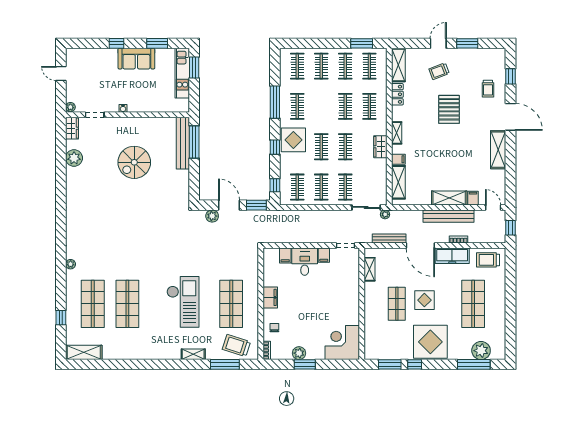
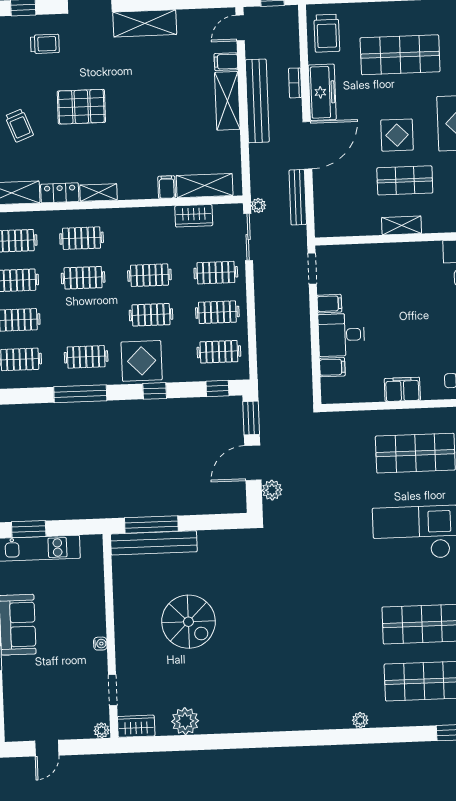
shelving: (397, 133) -> (99, 193), moved
wardrobe: (380, 147) -> (194, 216), moved
shelving: (370, 269) -> (402, 225), moved

